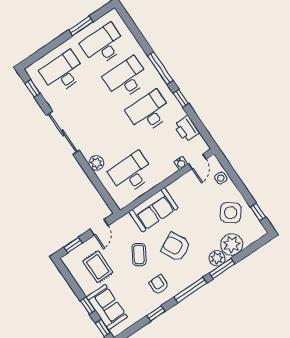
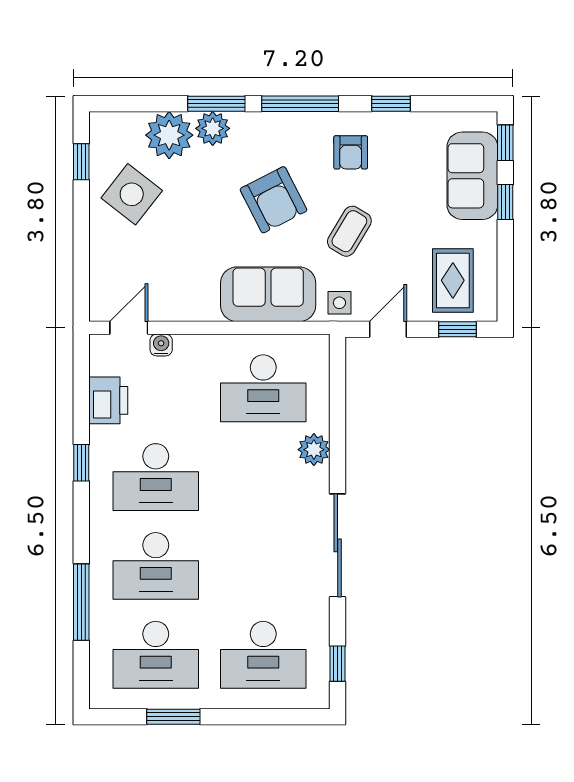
window: (160, 68) -> (81, 602), moved
side table: (221, 178) -> (339, 303), moved
rug: (98, 267) -> (453, 280), moved

